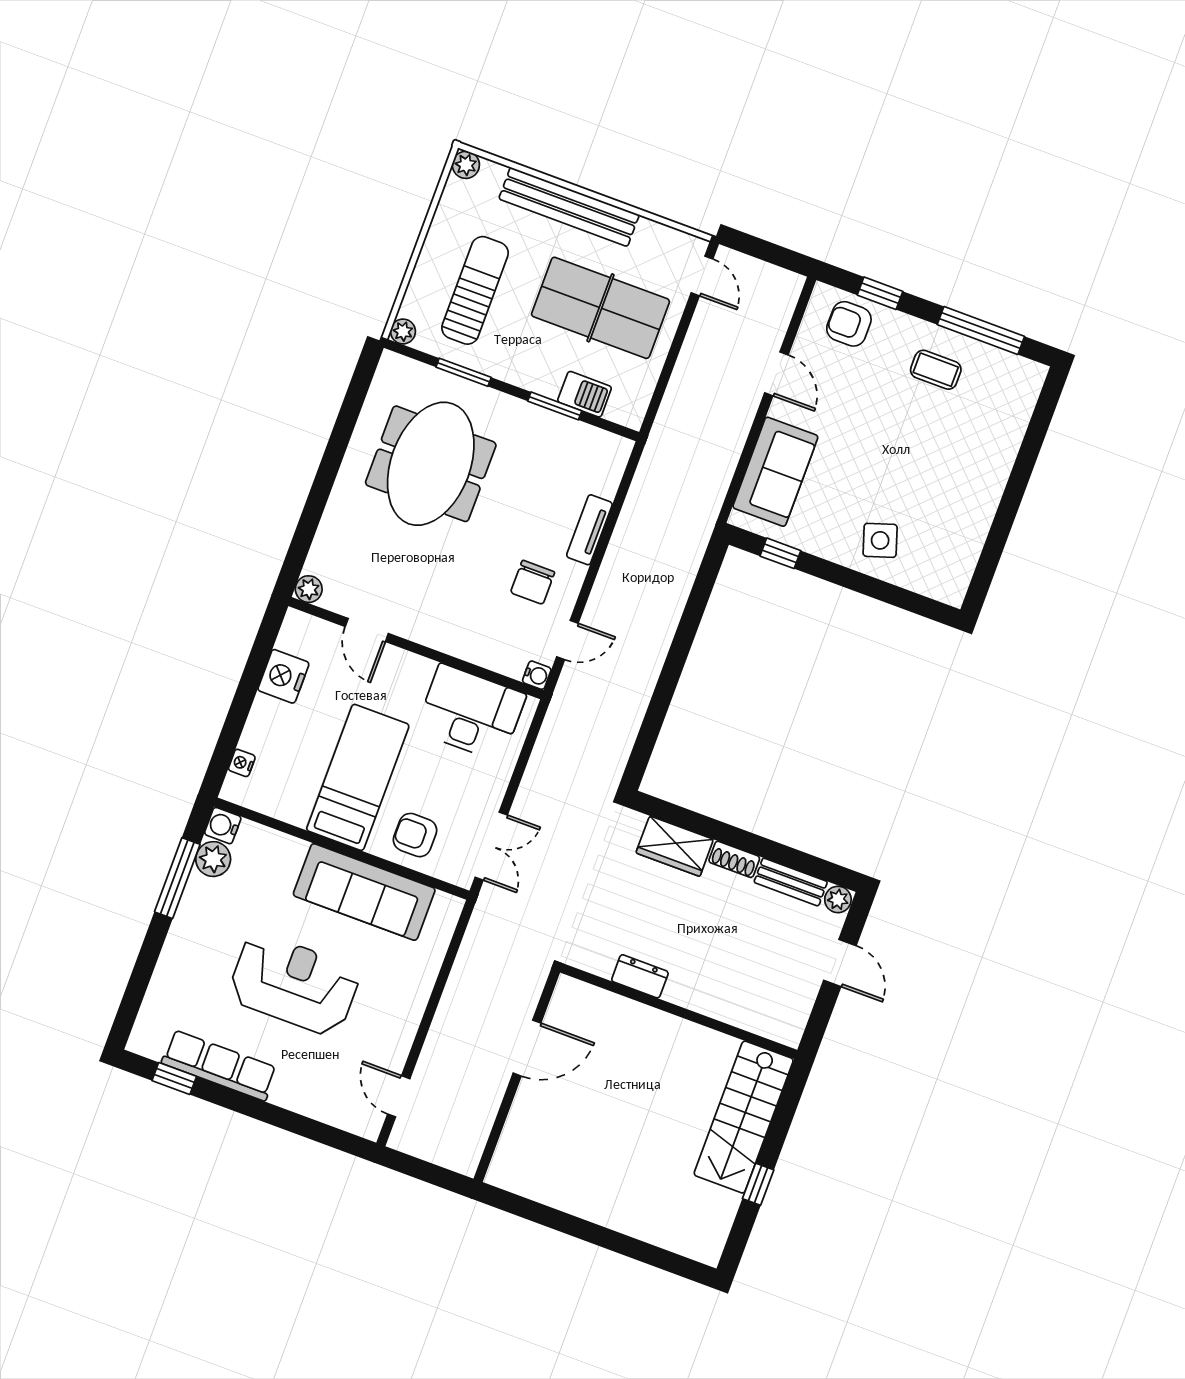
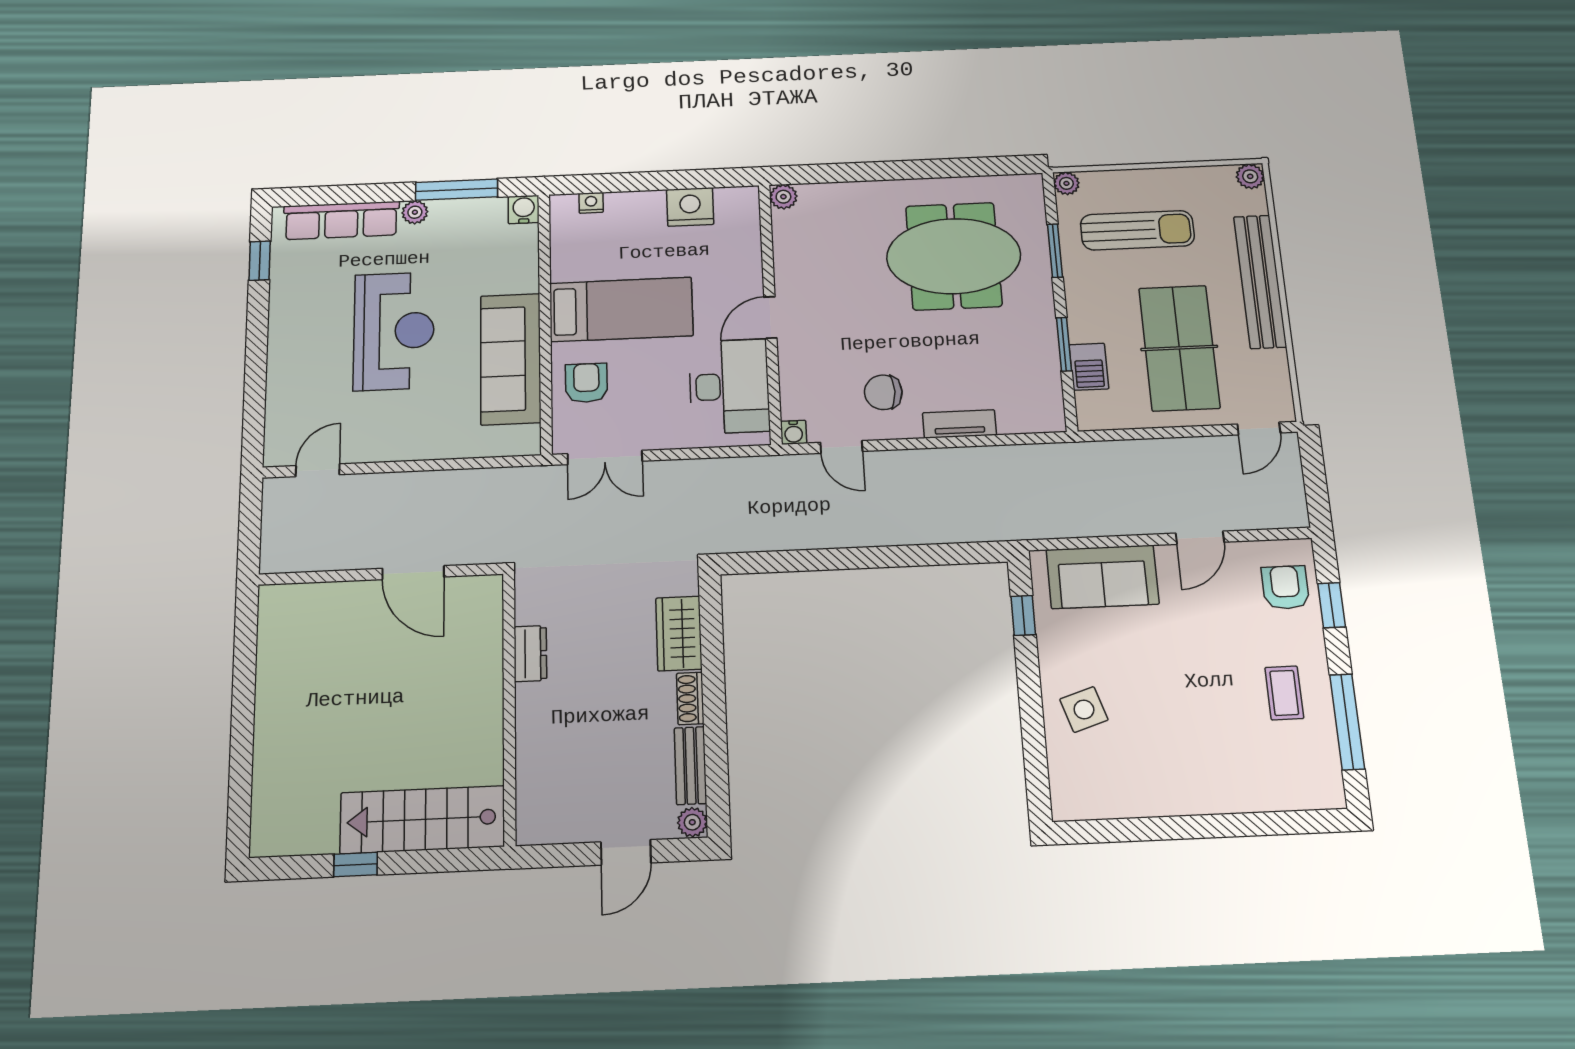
door: (367, 630) -> (770, 317), moved
plant: (213, 859) -> (415, 212), moved, width x0.73, depth x0.73
row of seats: (219, 1065) -> (341, 221), moved, turned 90

